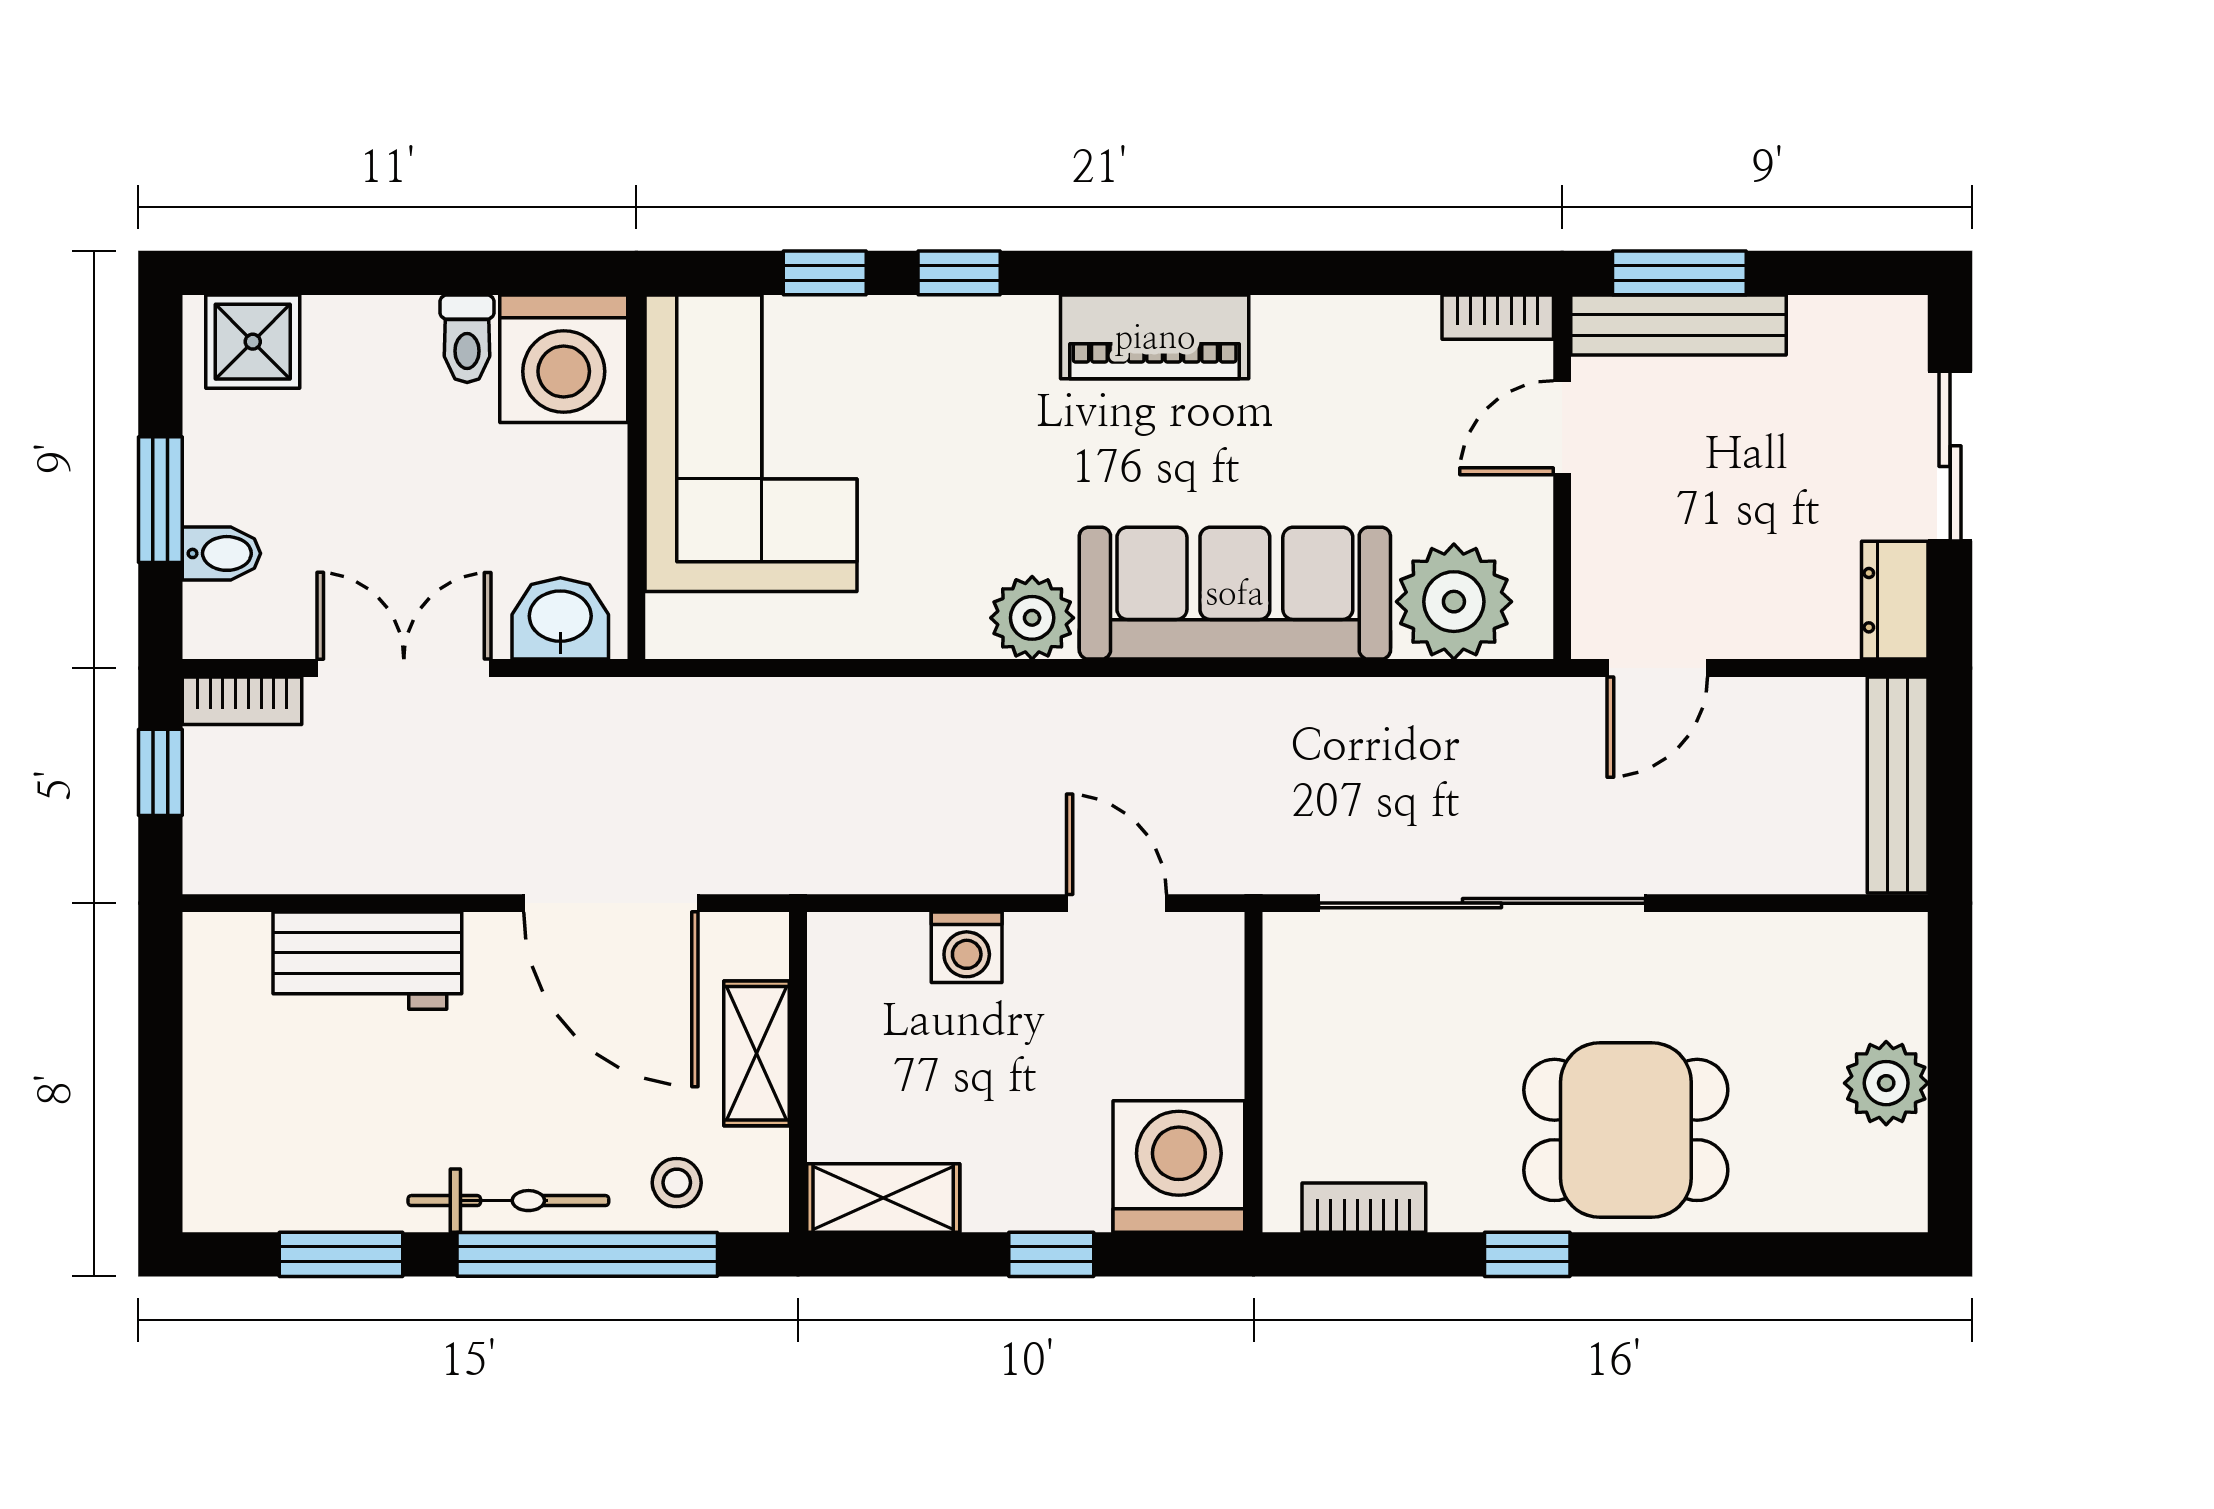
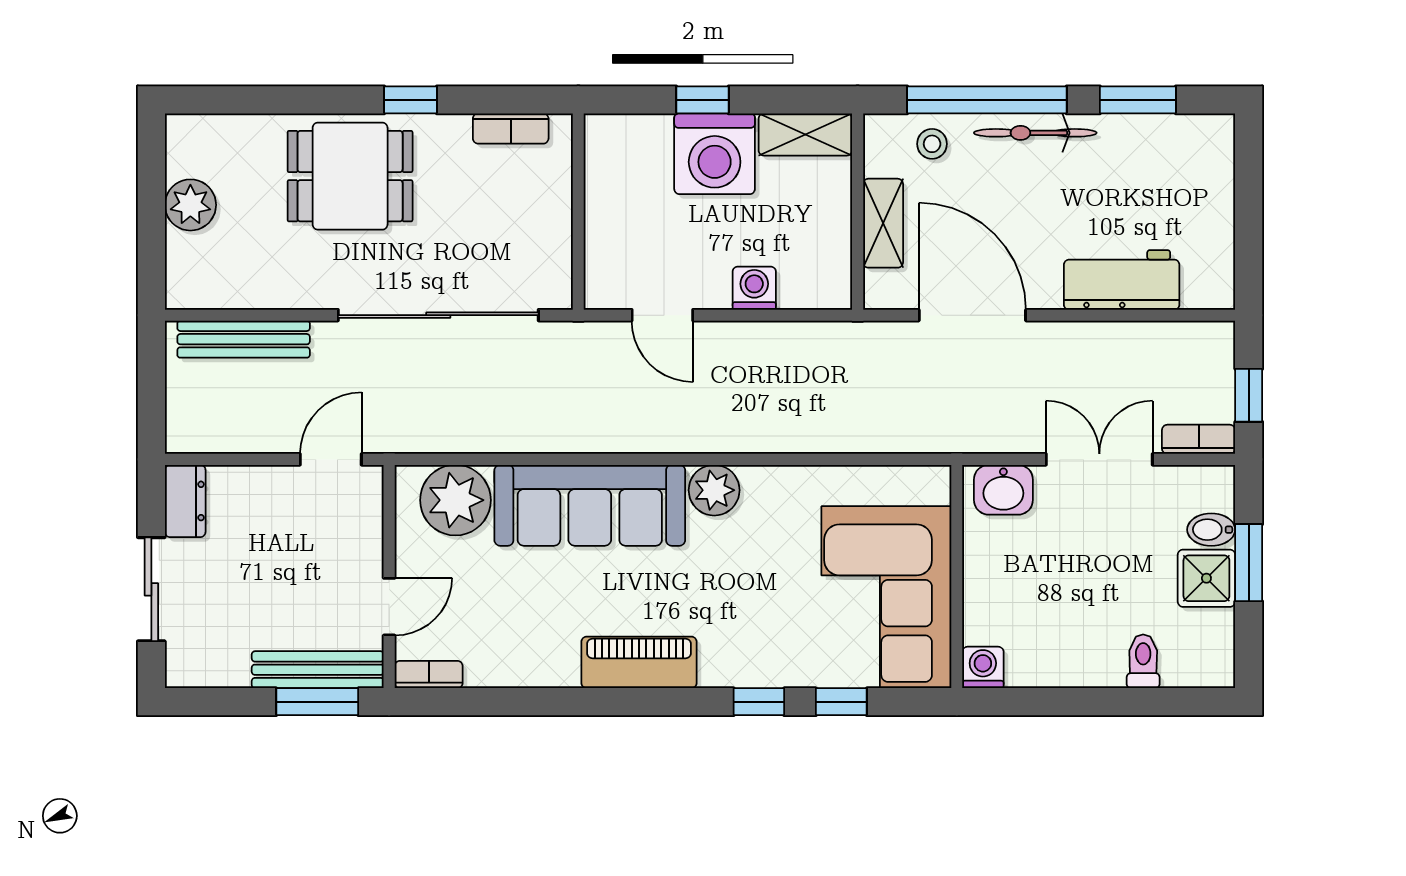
toilet: (467, 339) -> (1143, 661), moved
shower: (253, 342) -> (1206, 578), moved
washing machine: (564, 359) -> (983, 667), width x0.53, depth x0.53
double door: (404, 668) -> (1099, 459), swing flipped
bench: (1898, 785) -> (244, 339), moved, turned 90
washing machine: (1179, 1166) -> (715, 154), moved

